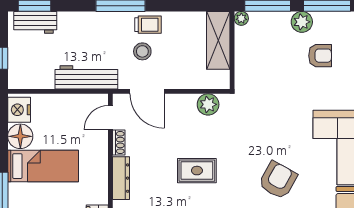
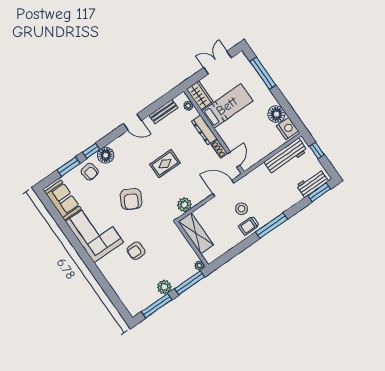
shelving: (218, 40) -> (196, 233), moved
armchair: (320, 56) -> (136, 251), moved
workbench: (86, 77) -> (286, 156), moved
bed: (43, 166) -> (227, 106), moved, turned 180
armchair: (278, 180) -> (131, 199), moved

